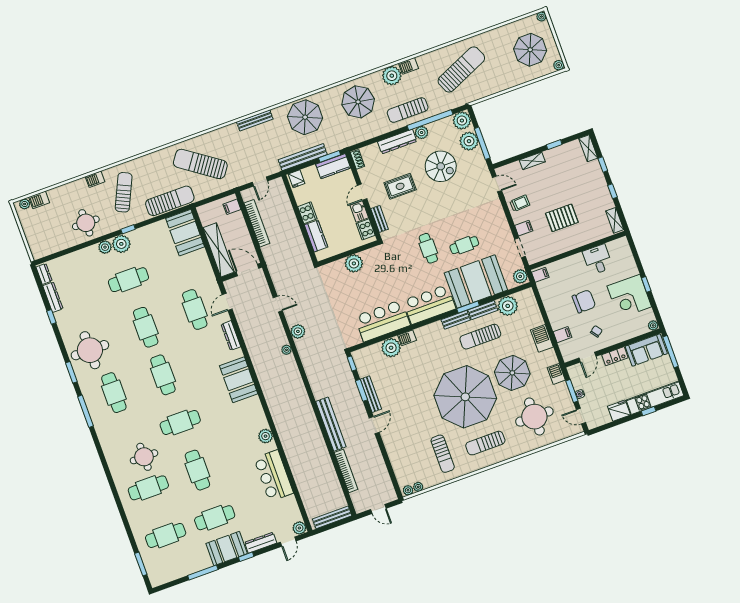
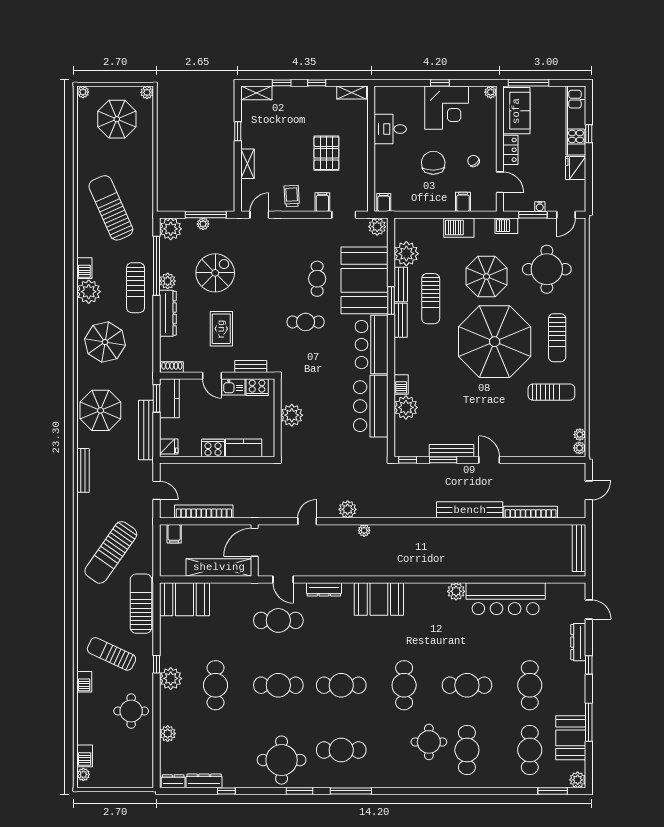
plant: (469, 141) -> (203, 224), width x0.53, depth x0.53
plant: (105, 247) -> (168, 734), moved
bar counter: (274, 476) -> (506, 599), width x1.36
plant: (299, 528) -> (578, 780), moved
booth: (227, 549) -> (571, 738), moved

